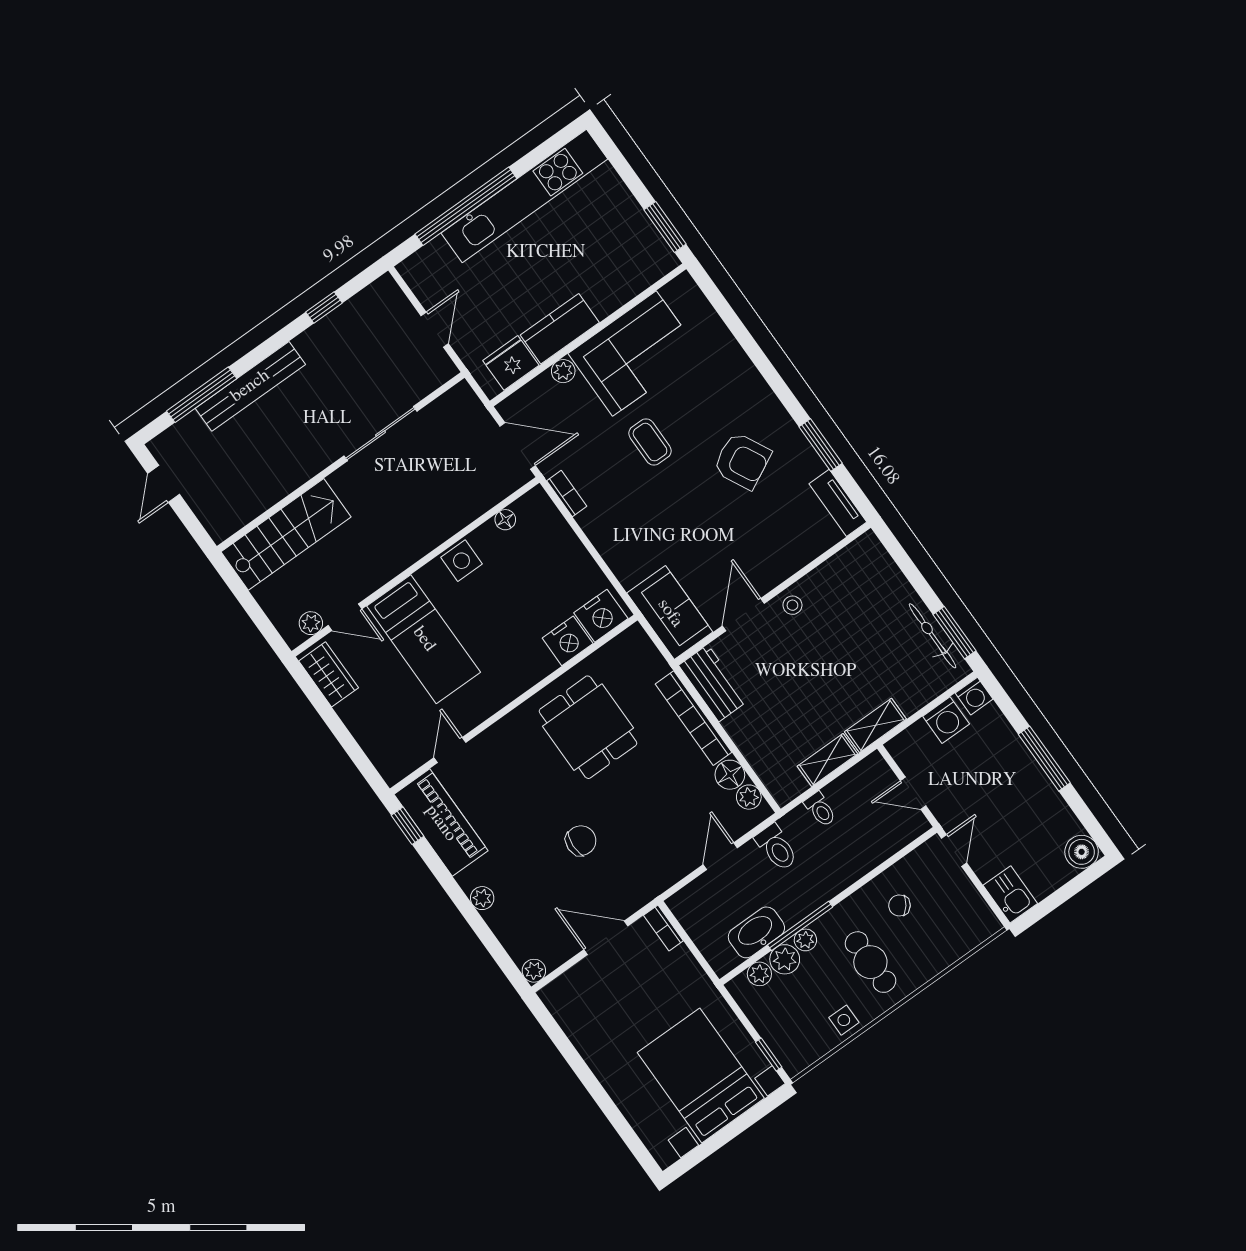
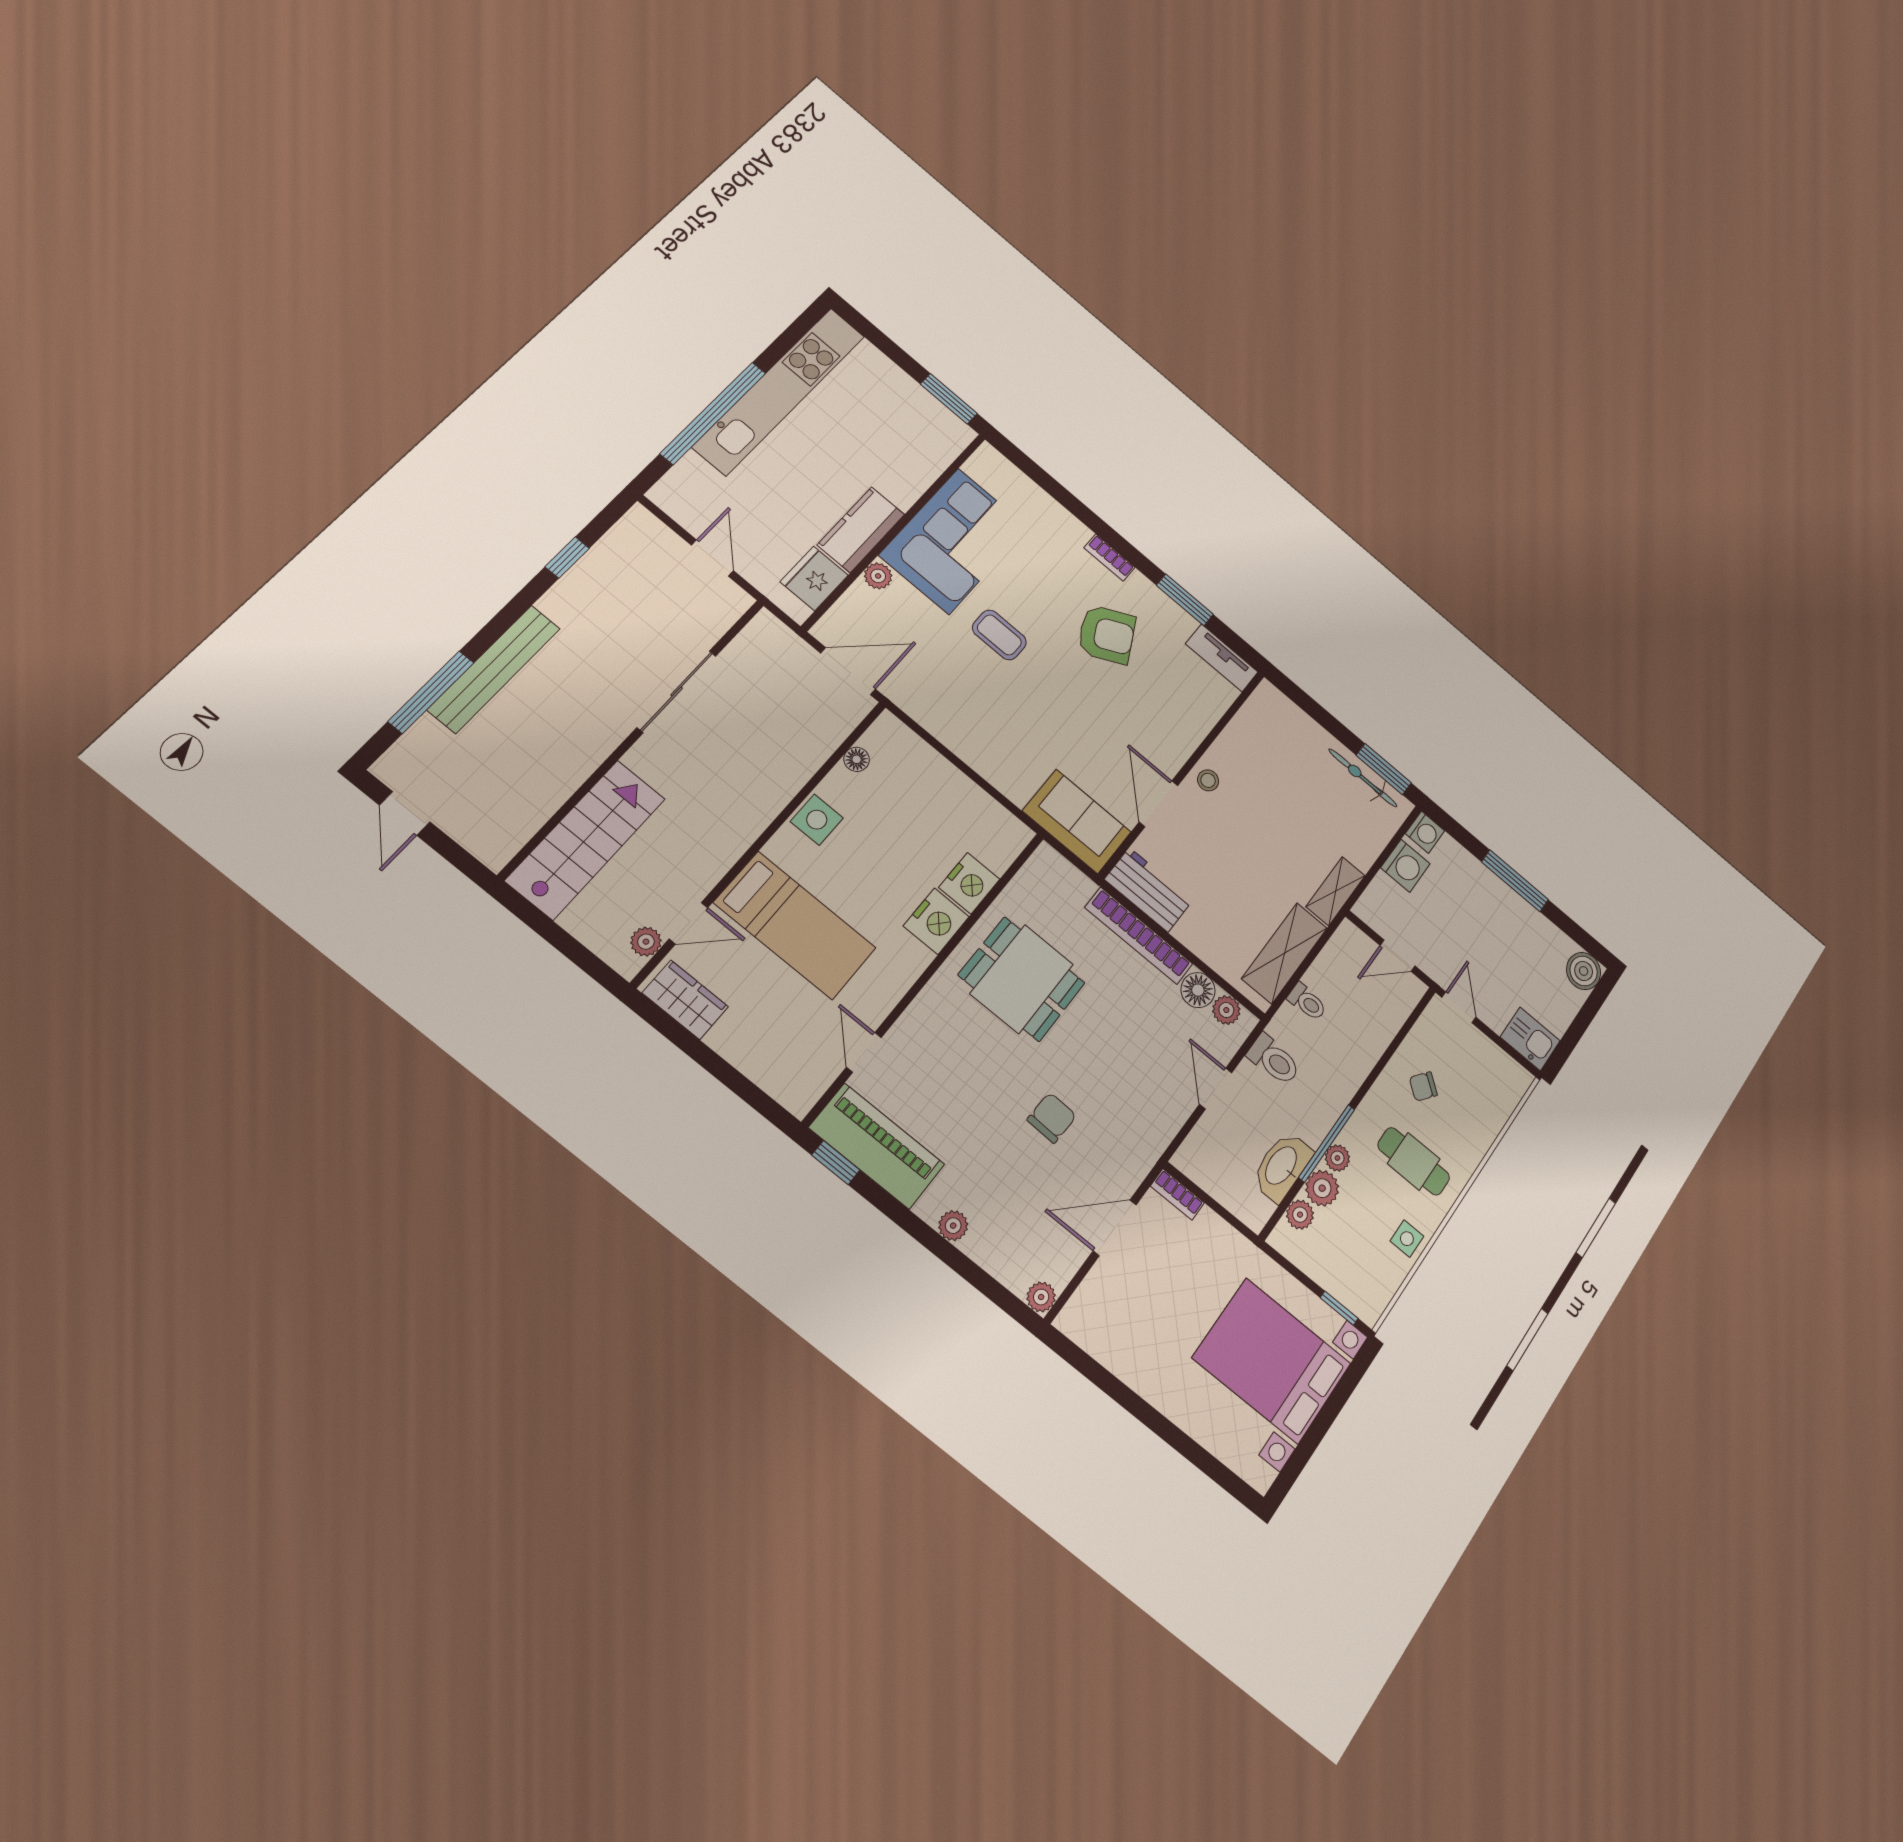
bookcase: (567, 494) -> (1110, 558), moved, turned 180
nightstand: (601, 616) -> (936, 921), moved
shelving: (827, 760) -> (1285, 953), width x1.50, depth x1.33

